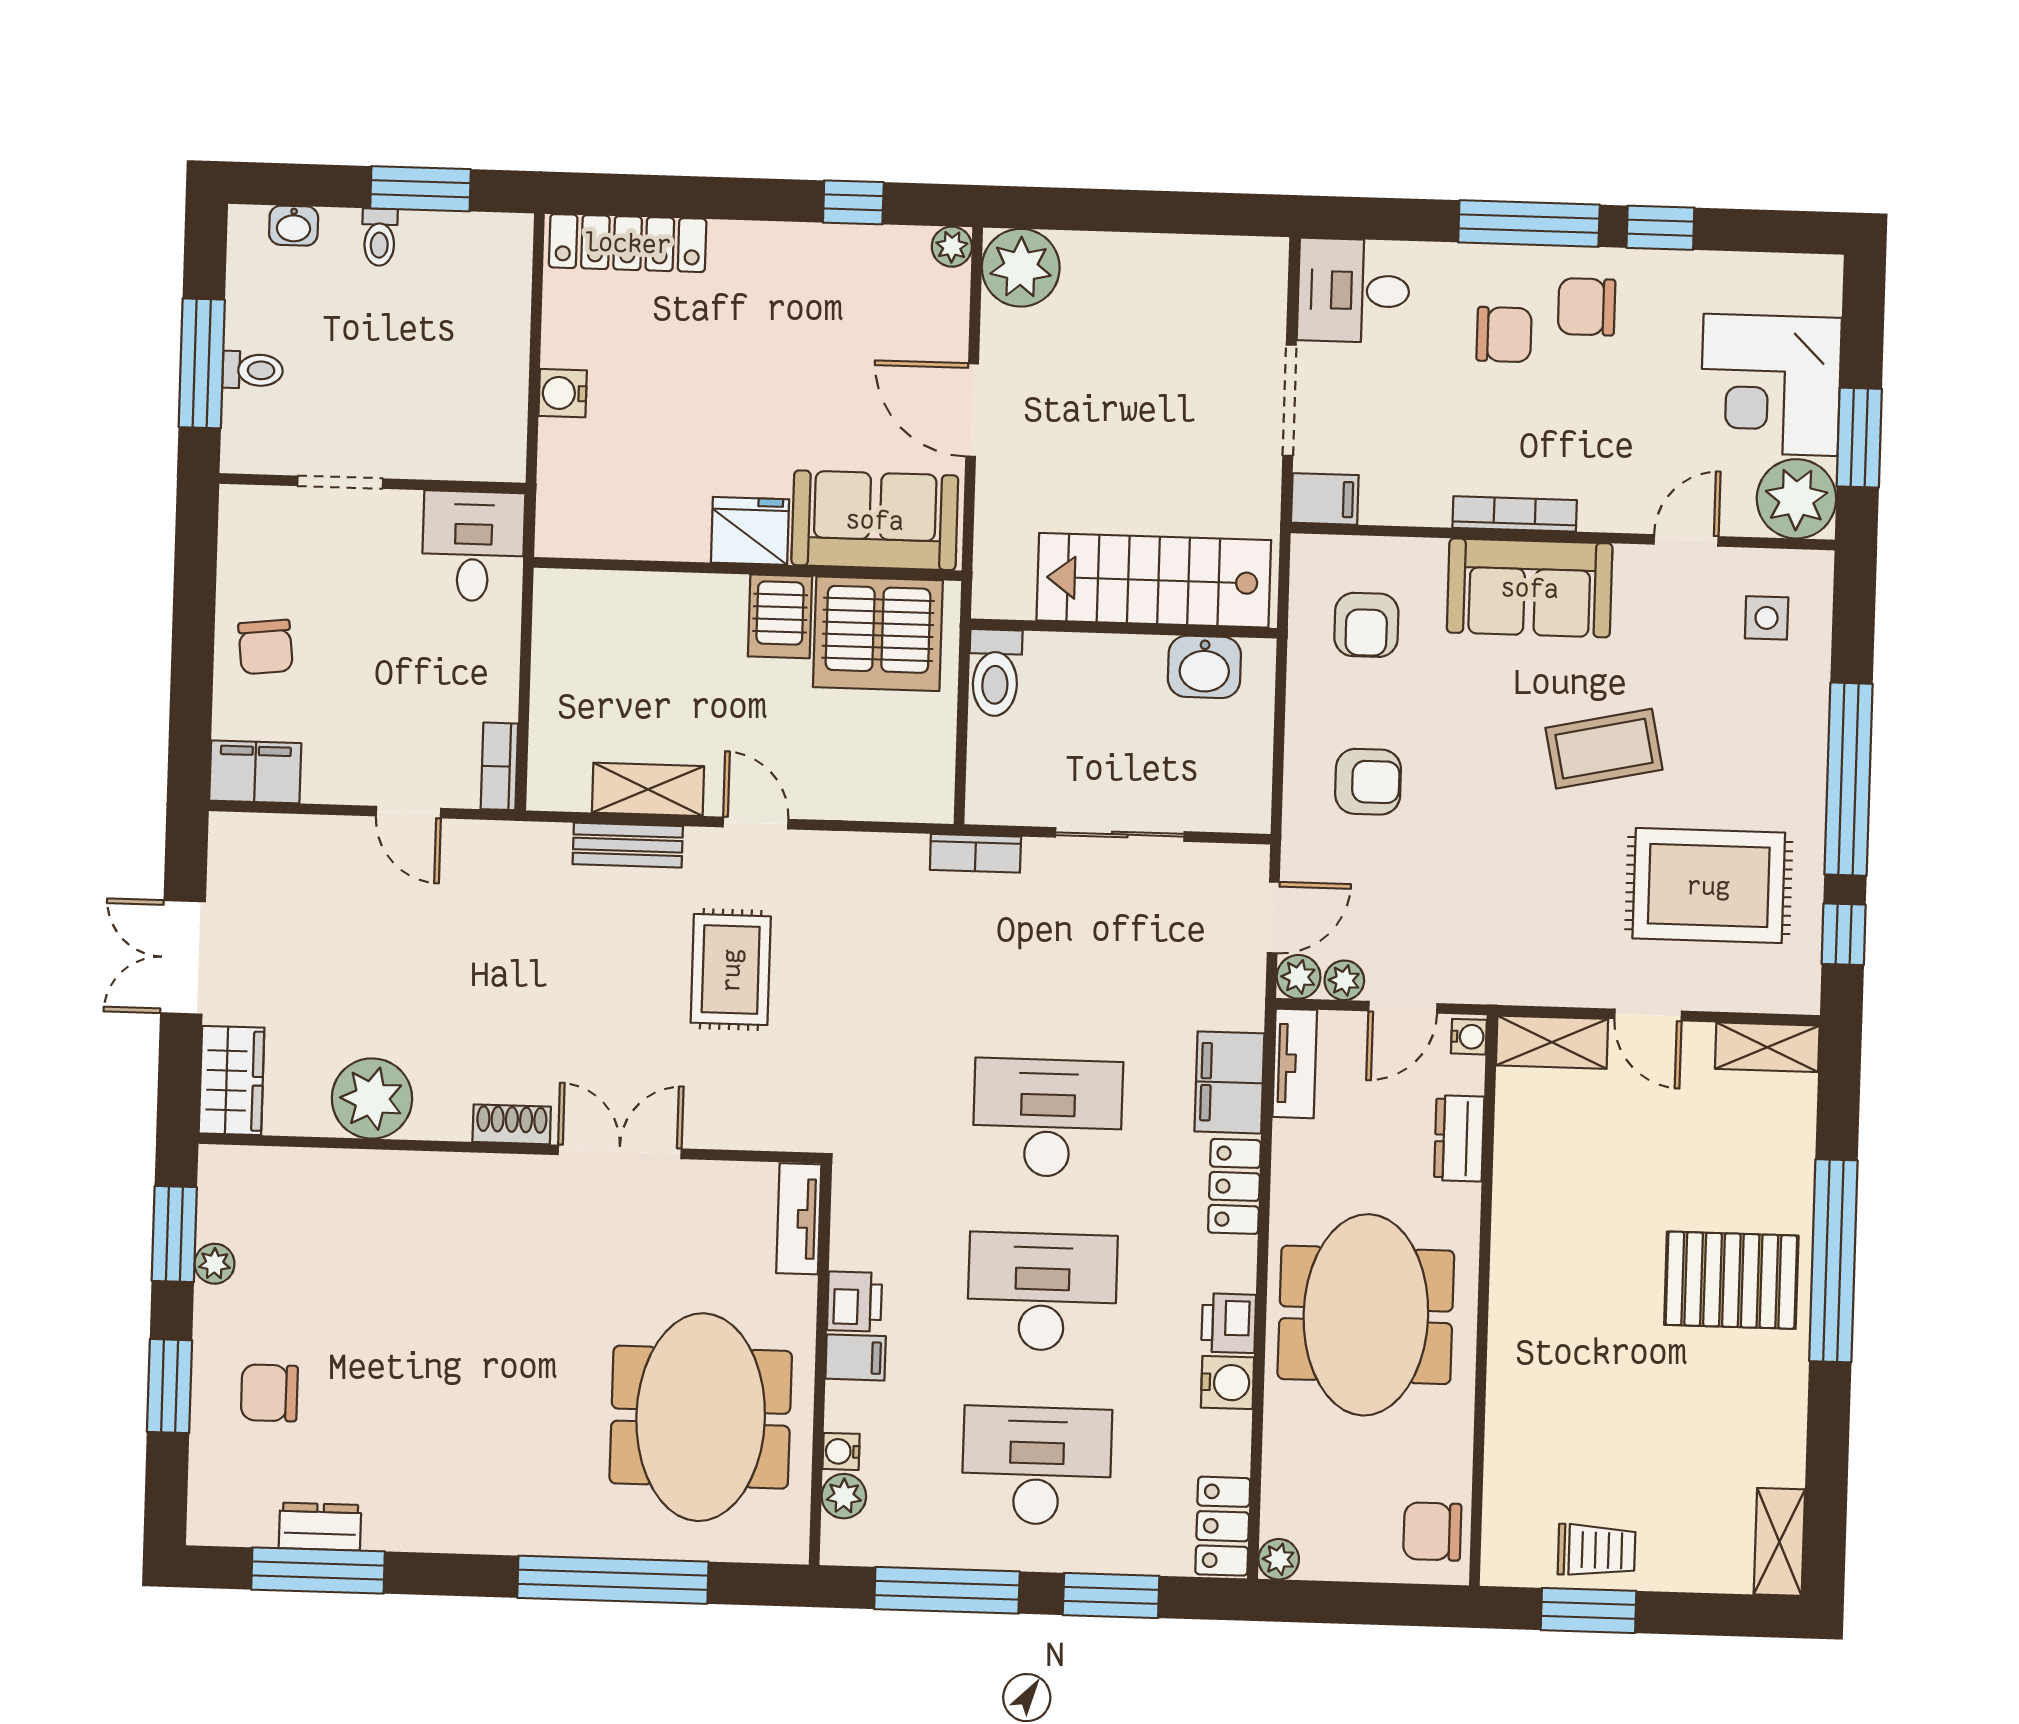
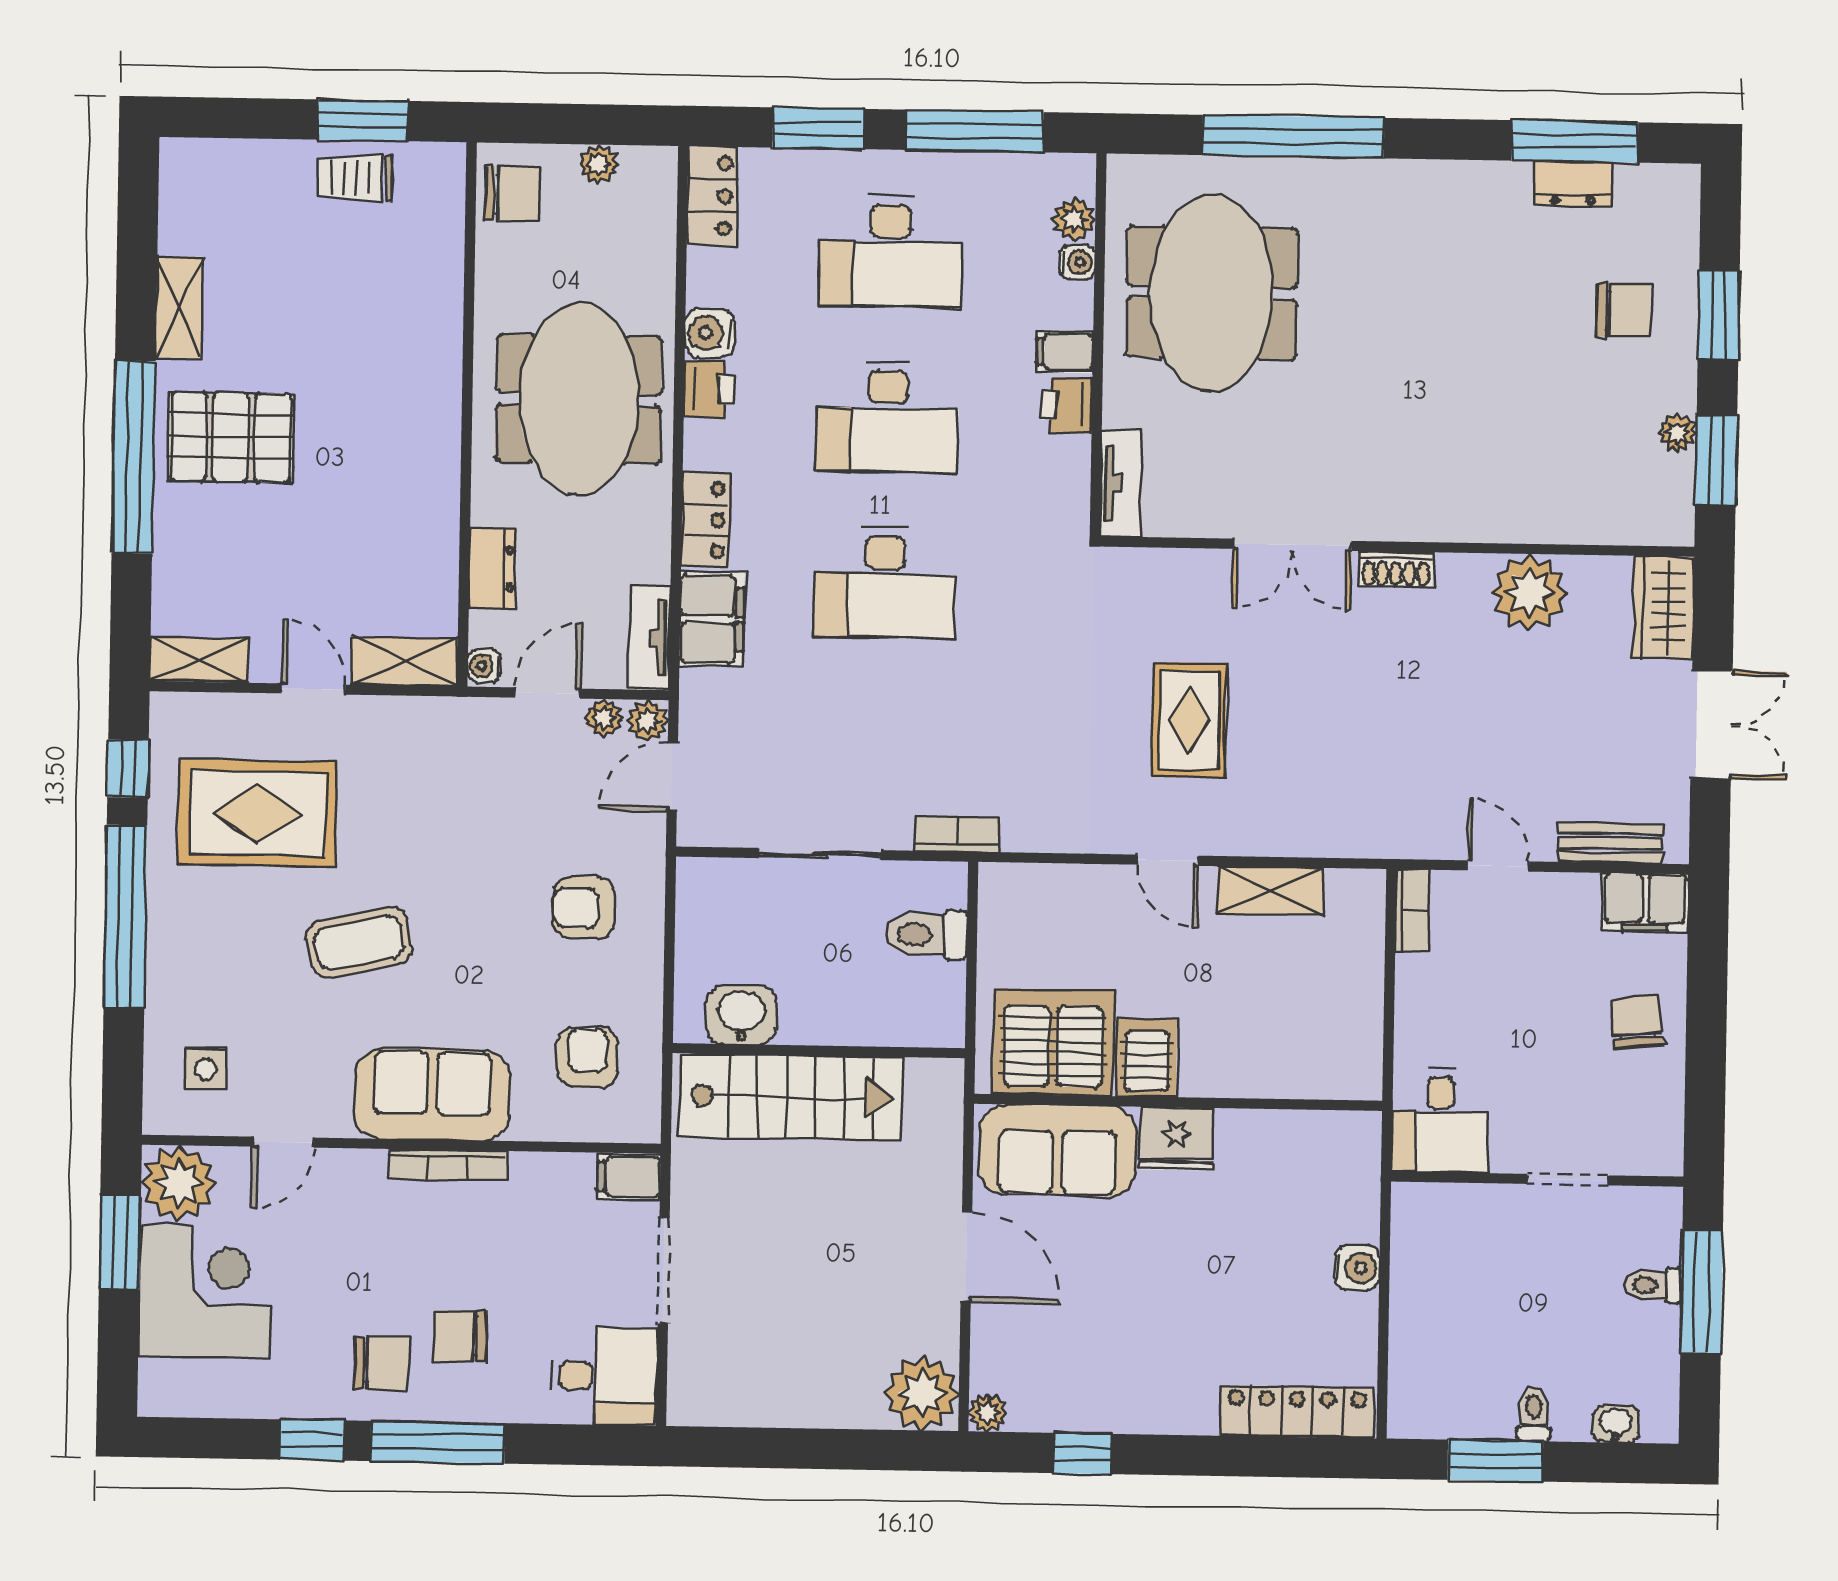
toilet: (995, 673) -> (926, 935), moved, turned -90
bench: (628, 845) -> (1611, 843), moved
shelving: (1779, 1542) -> (179, 307), moved
plant: (1279, 1559) -> (599, 164), moved

